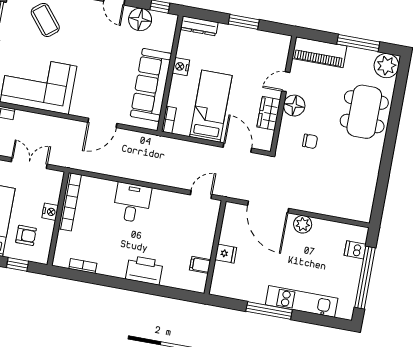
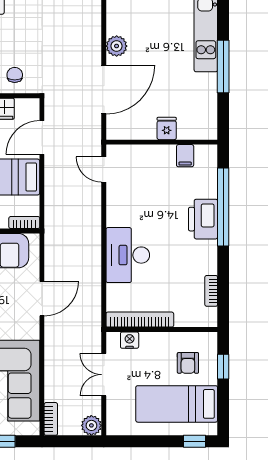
door: (102, 123) -> (42, 299), hinge flipped
chair: (310, 141) -> (15, 75), moved
desk: (132, 203) -> (128, 255), width x1.37
nightstand: (50, 212) -> (130, 340), moved
armchair: (26, 235) -> (188, 363), turned 180
window: (151, 289) -> (223, 207), added

